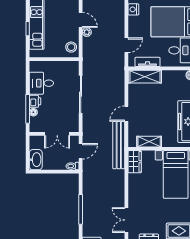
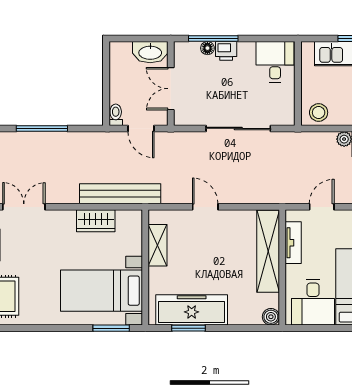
door: (126, 45) -> (322, 207), swing flipped
shelving: (145, 77) -> (268, 251), width x1.47
desk: (41, 83) -> (275, 62), moved
bench: (119, 145) -> (120, 194), moved
washbasin: (36, 160) -> (150, 52), moved
wardrobe: (135, 162) -> (96, 221), moved

